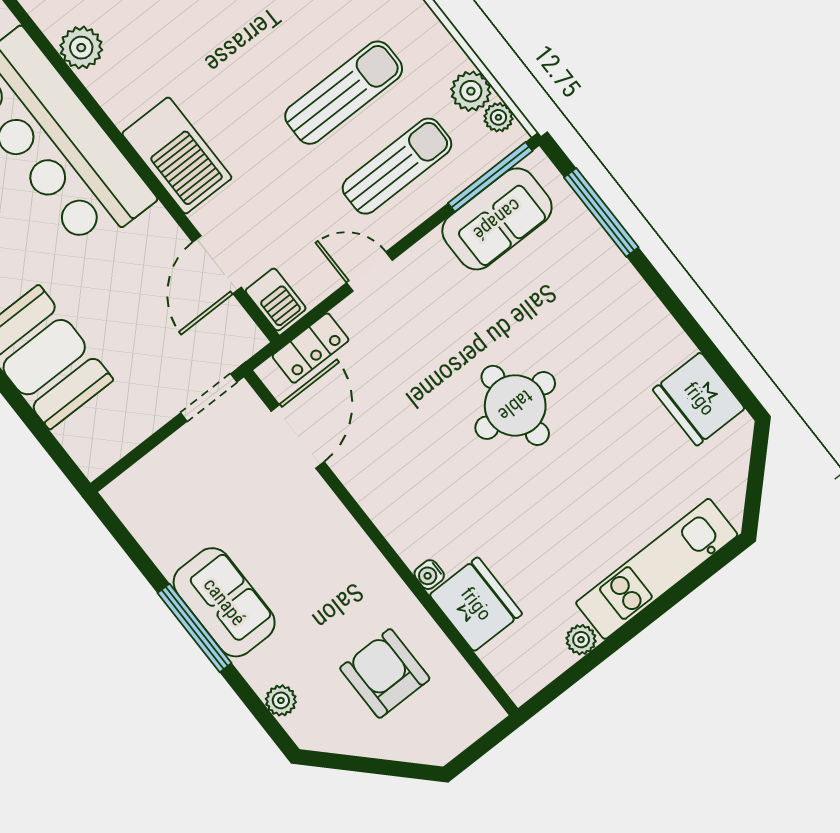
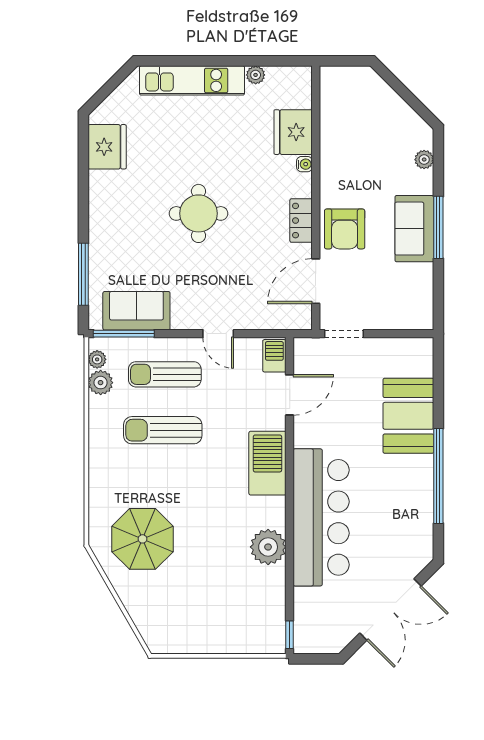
plant: (81, 48) -> (268, 547), width x1.36, depth x1.36
locker: (311, 348) -> (301, 221), moved, turned -90
armchair: (385, 673) -> (345, 229), moved

